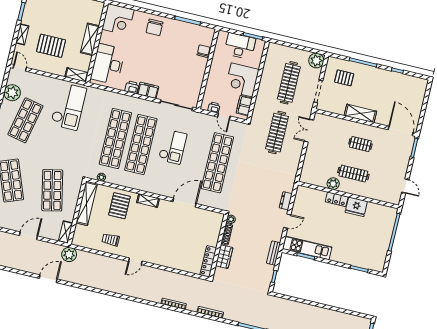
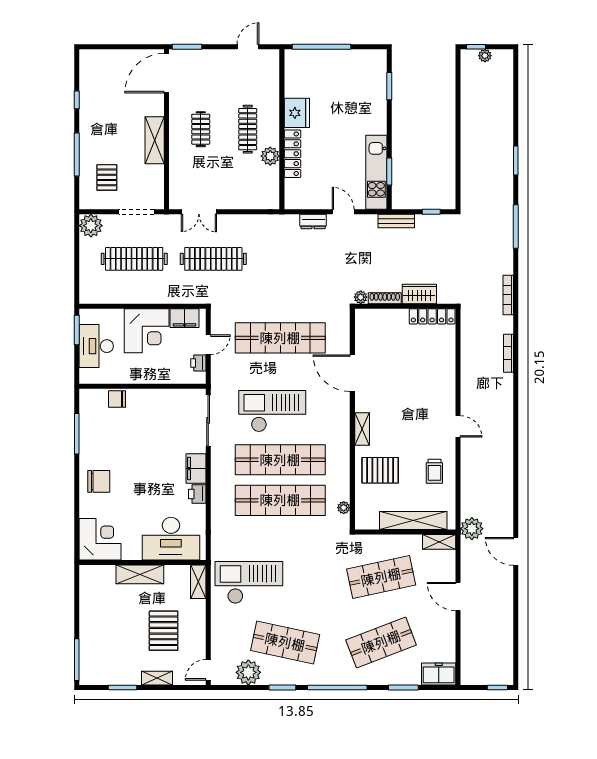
checkout: (173, 147) -> (272, 411), width x1.36, depth x1.21
locker: (337, 199) -> (292, 154), width x1.53
shelving: (87, 203) -> (413, 520), moved

